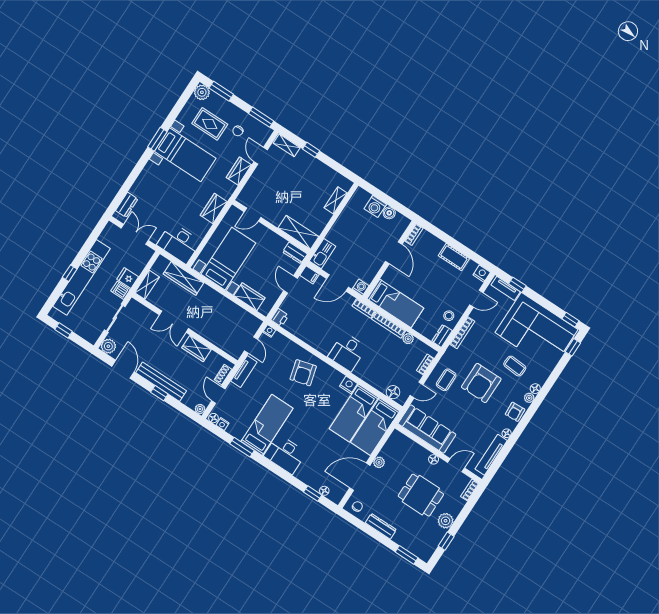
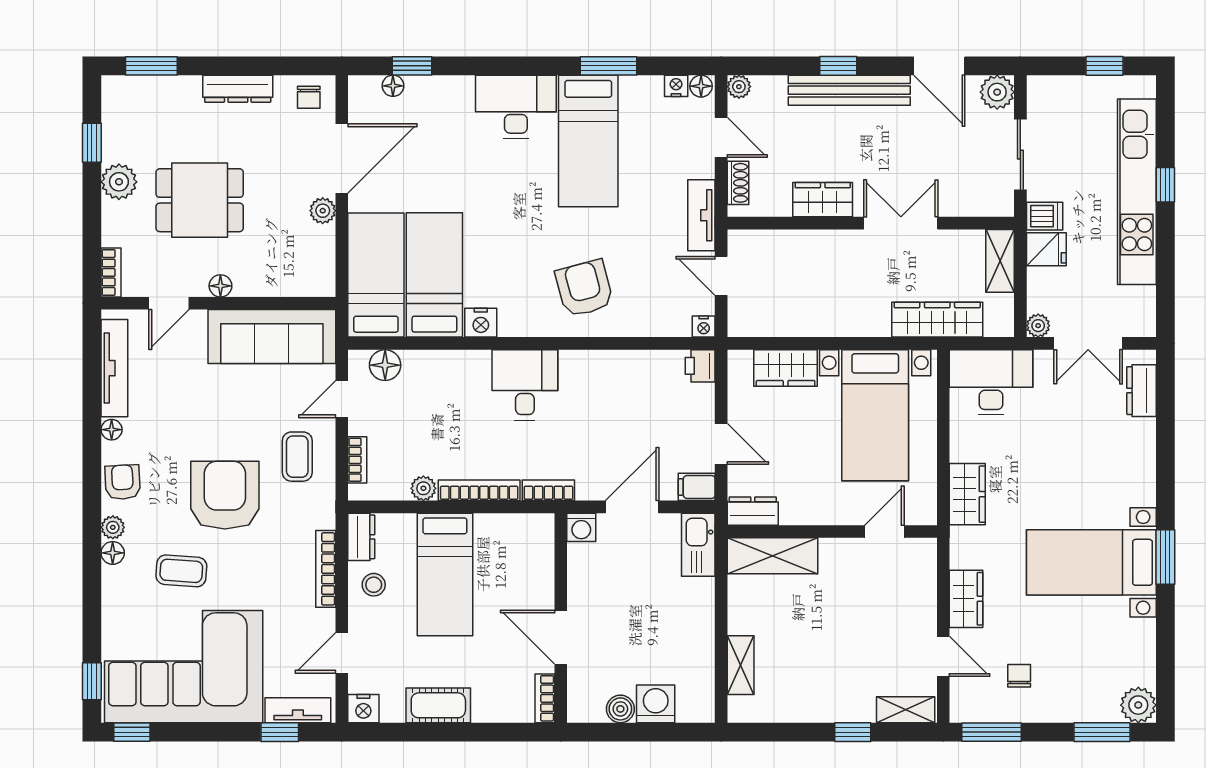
rug: (210, 124) -> (1083, 654), removed
plant: (149, 252) -> (1038, 326), added
bed: (395, 303) -> (445, 574), moved, turned -90

